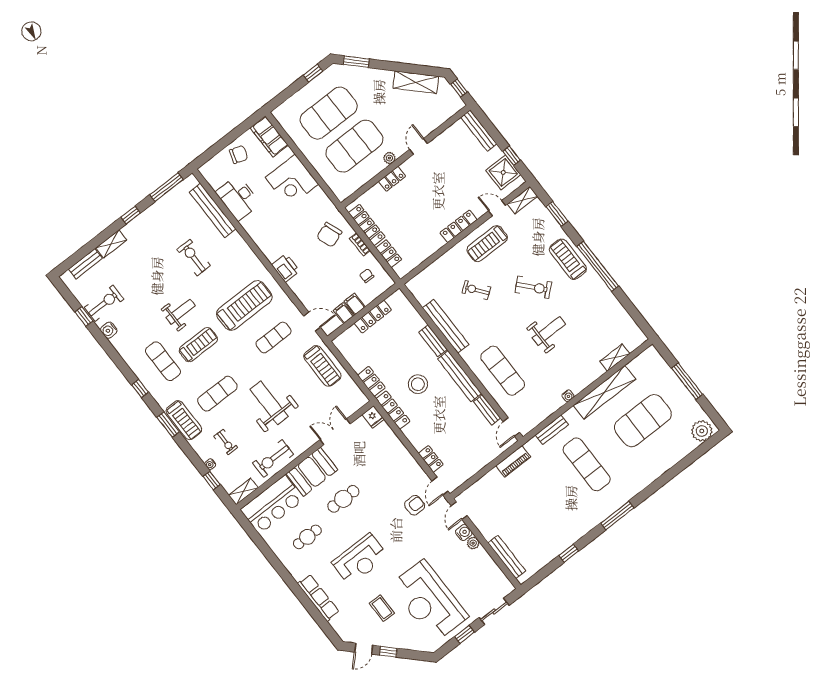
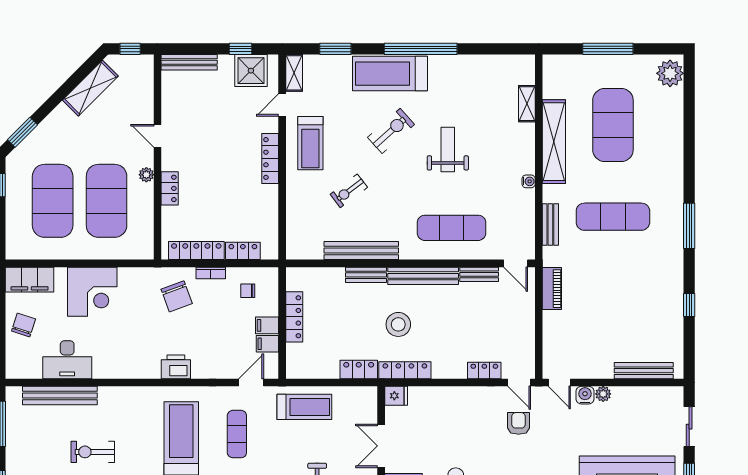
treadmill: (568, 259) -> (390, 74), width x1.37, depth x1.37

